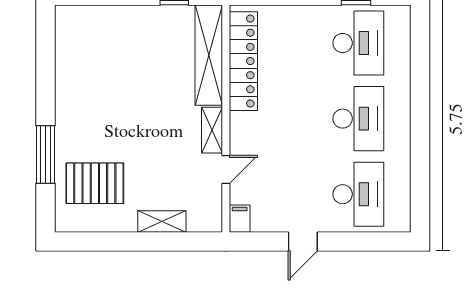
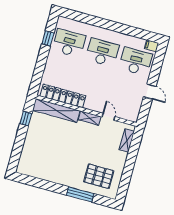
pallet: (95, 183) -> (99, 176), turned 90
filing cabinet: (240, 219) -> (151, 46), moved
shelving: (162, 222) -> (127, 140), moved

